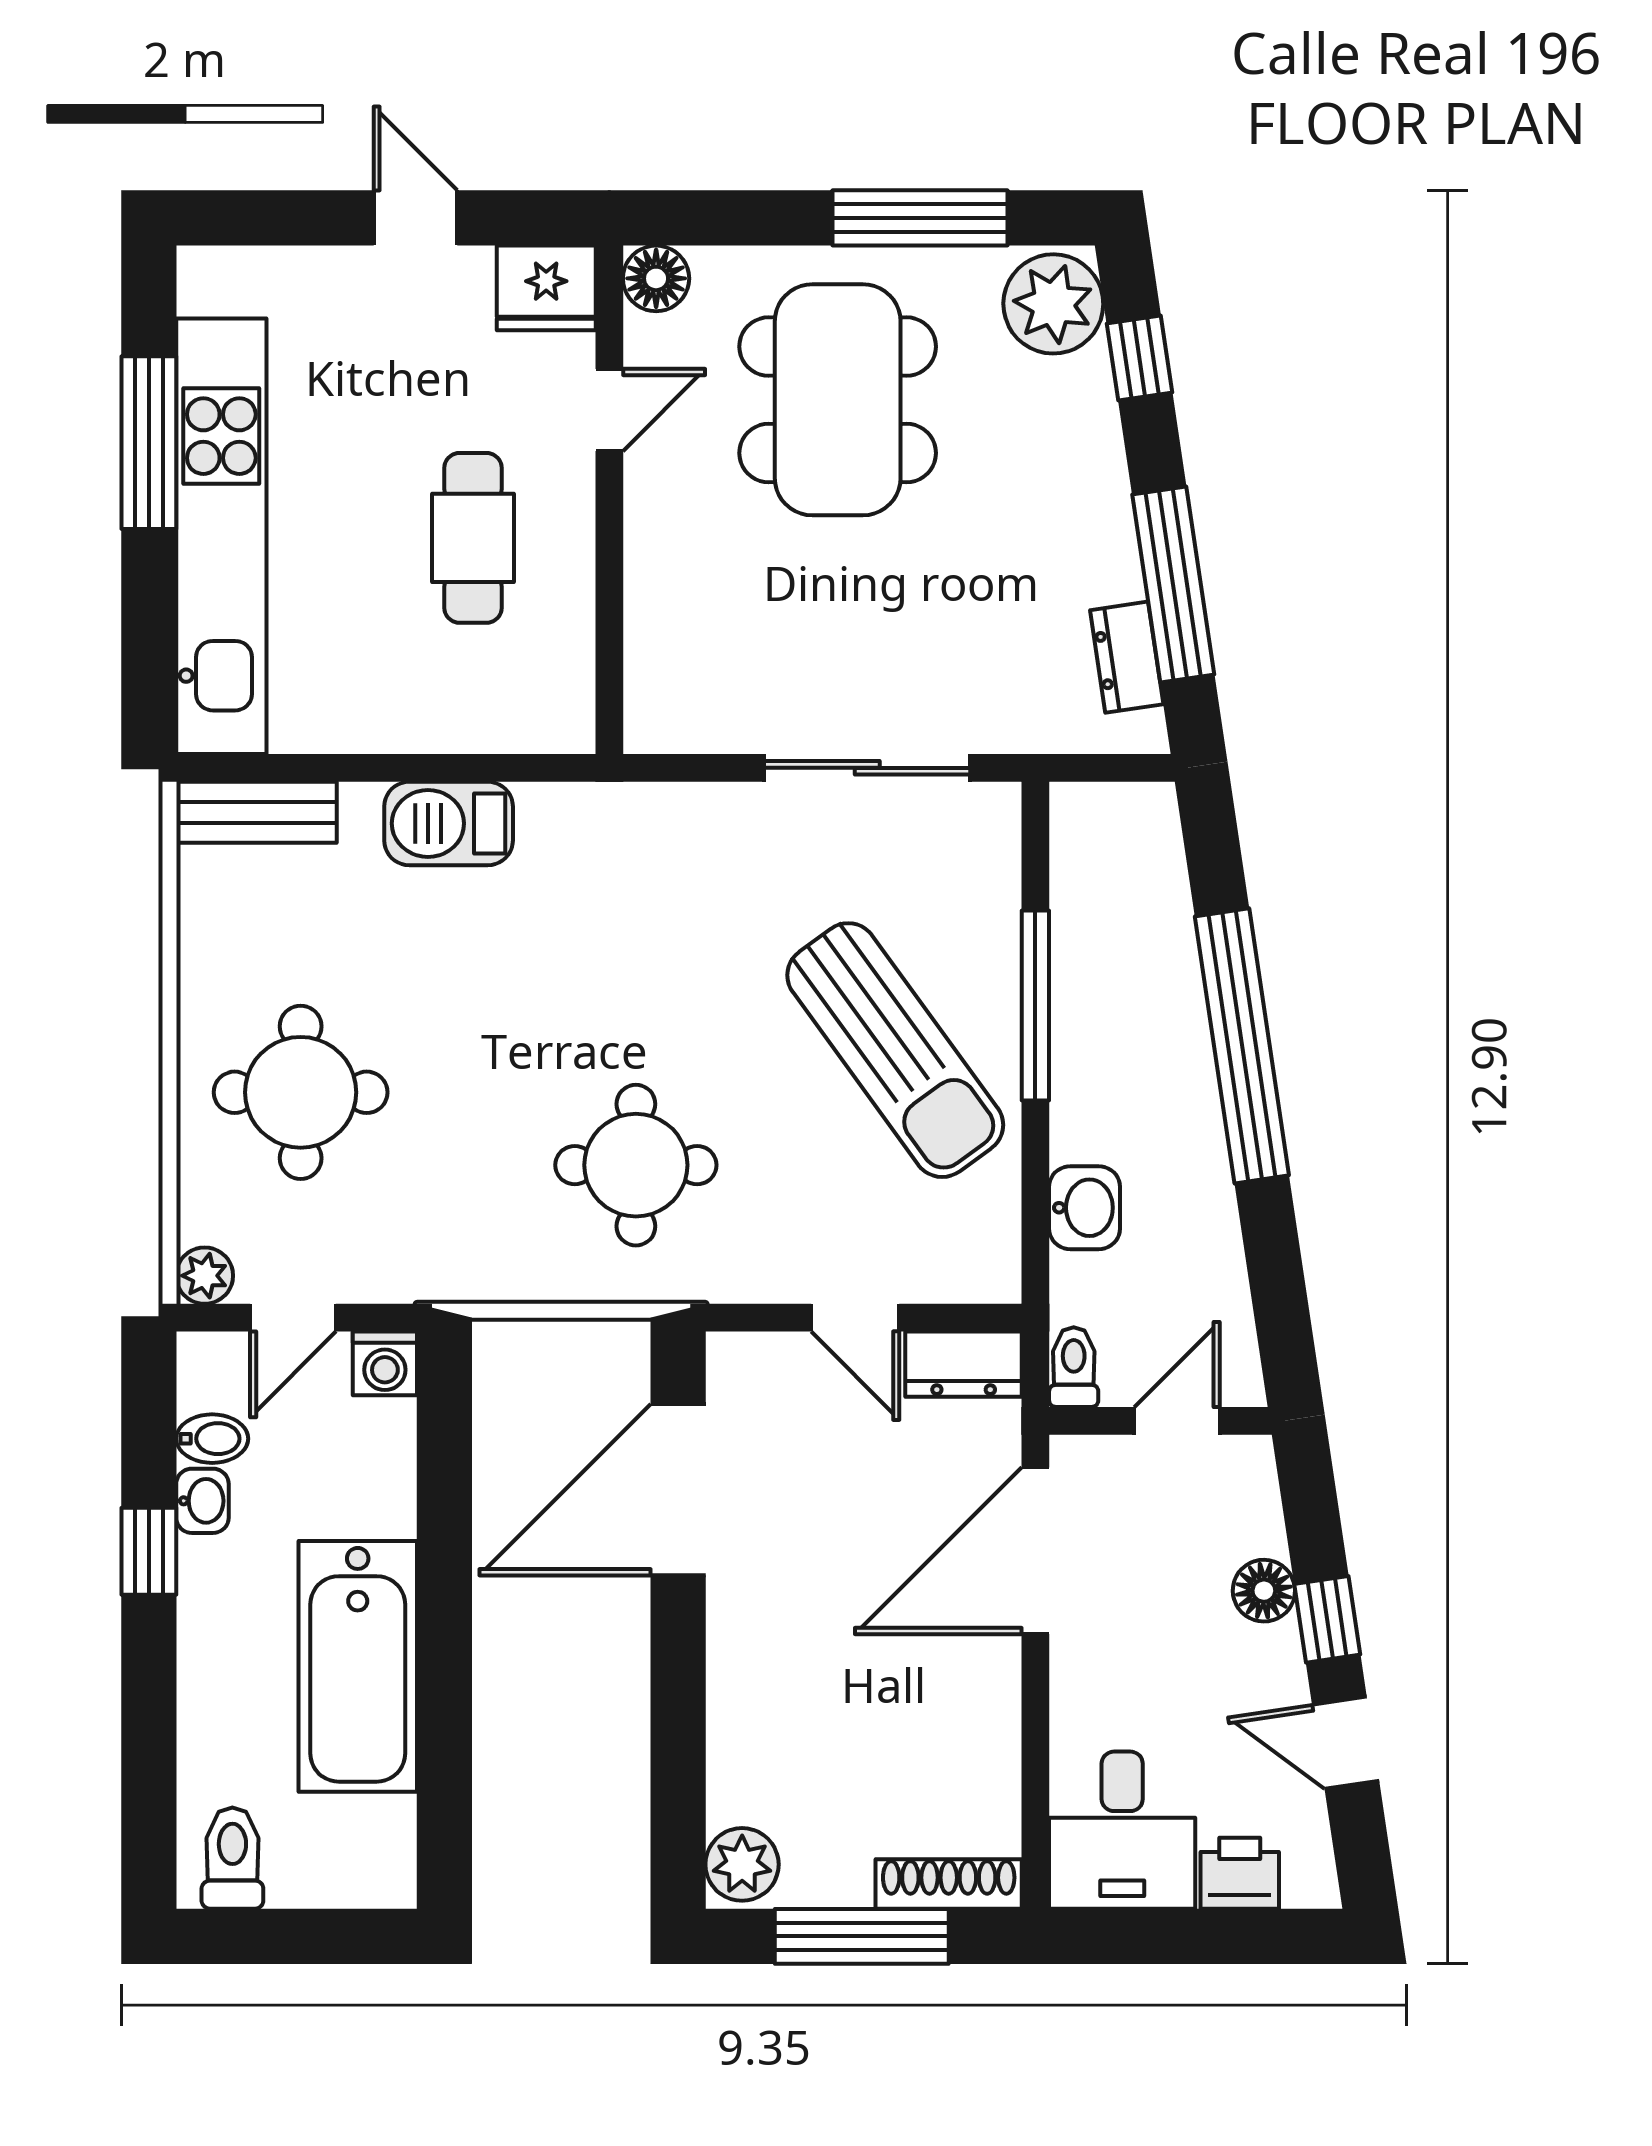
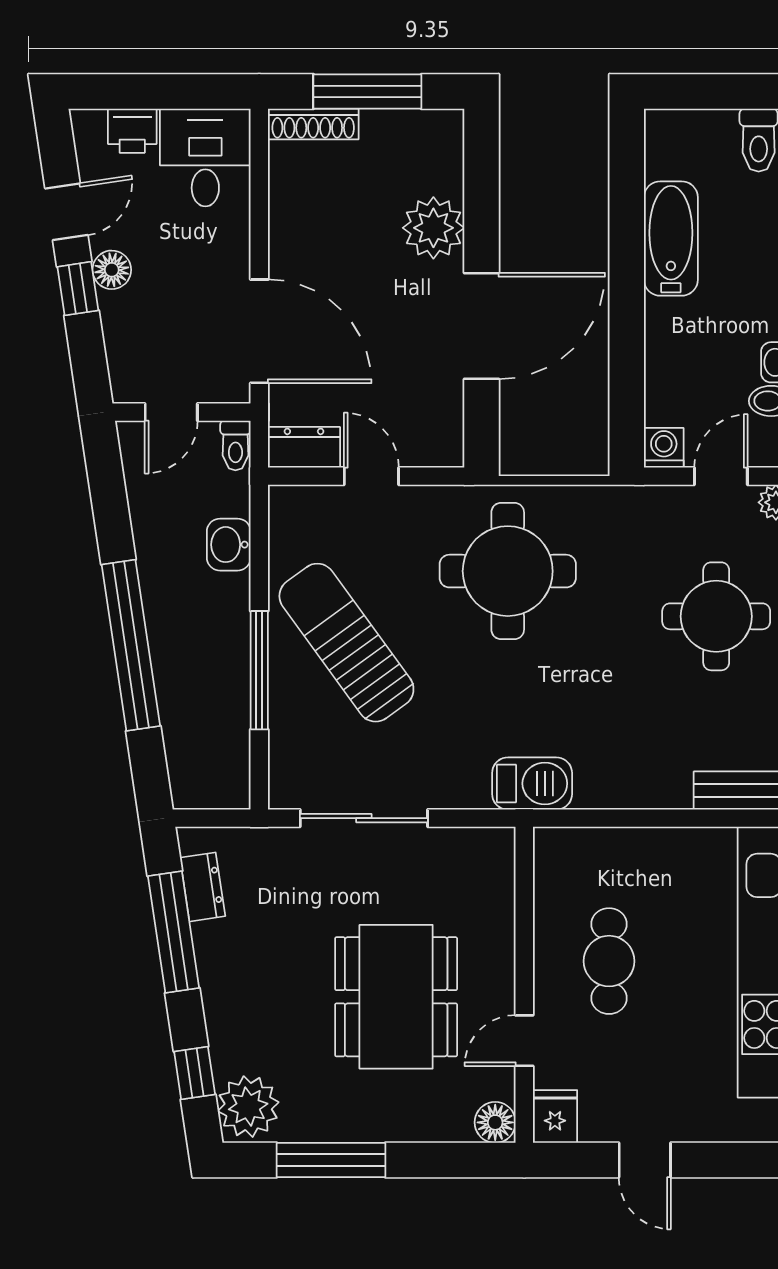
fridge: (546, 288) -> (555, 1117), width x0.72
dining table: (838, 400) -> (396, 997), moved
barbecue: (449, 823) -> (532, 783), moved
round table: (636, 1165) -> (508, 571), width x1.36, depth x1.36
door: (678, 1490) -> (482, 326), moved
door: (1035, 1551) -> (259, 331), hinge flipped
floor lamp: (1264, 1591) -> (112, 270), moved
bathtub: (358, 1666) -> (671, 239), width x0.73, depth x0.73
door: (1346, 1743) -> (66, 212), hinge flipped
plant: (742, 1864) -> (433, 228), moved, width x1.36, depth x1.36

